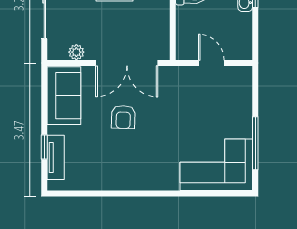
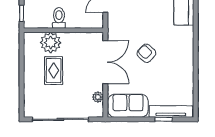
armchair: (123, 117) -> (146, 53), moved, turned -139
tv unit: (56, 157) -> (171, 111), width x1.41

